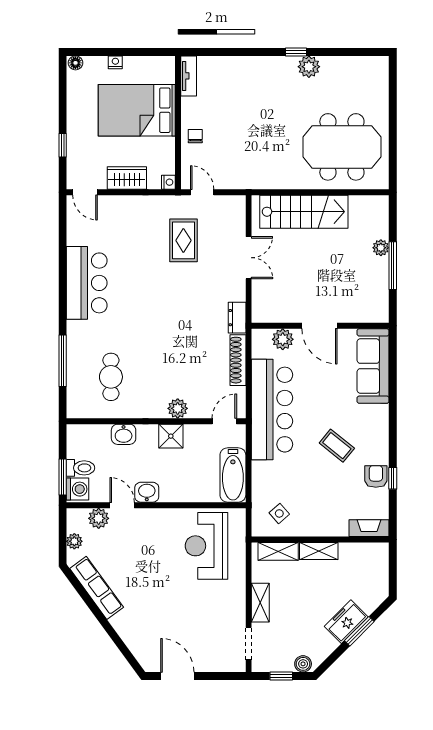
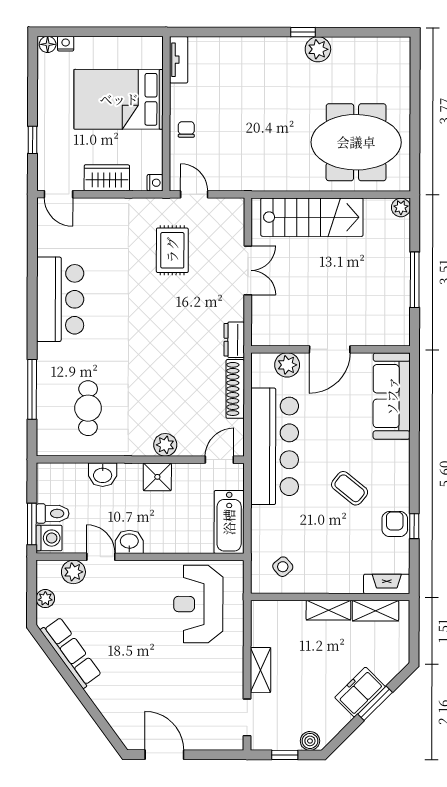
nightstand: (115, 62) -> (66, 44), moved
plant: (381, 248) -> (401, 208), moved
door: (319, 326) -> (330, 349), hinge flipped
shelving: (278, 551) -> (375, 611), moved

